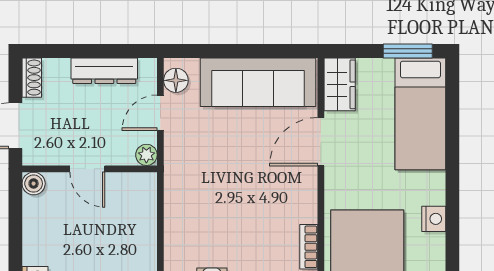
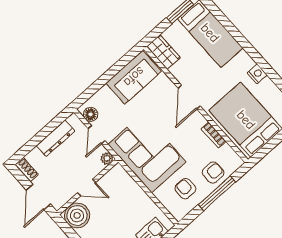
sofa: (258, 82) -> (134, 77), width x0.73
door: (321, 142) -> (189, 97), moved
boiler: (34, 184) -> (77, 215), width x1.86, depth x1.86
corner sofa: (204, 194) -> (147, 153), added

